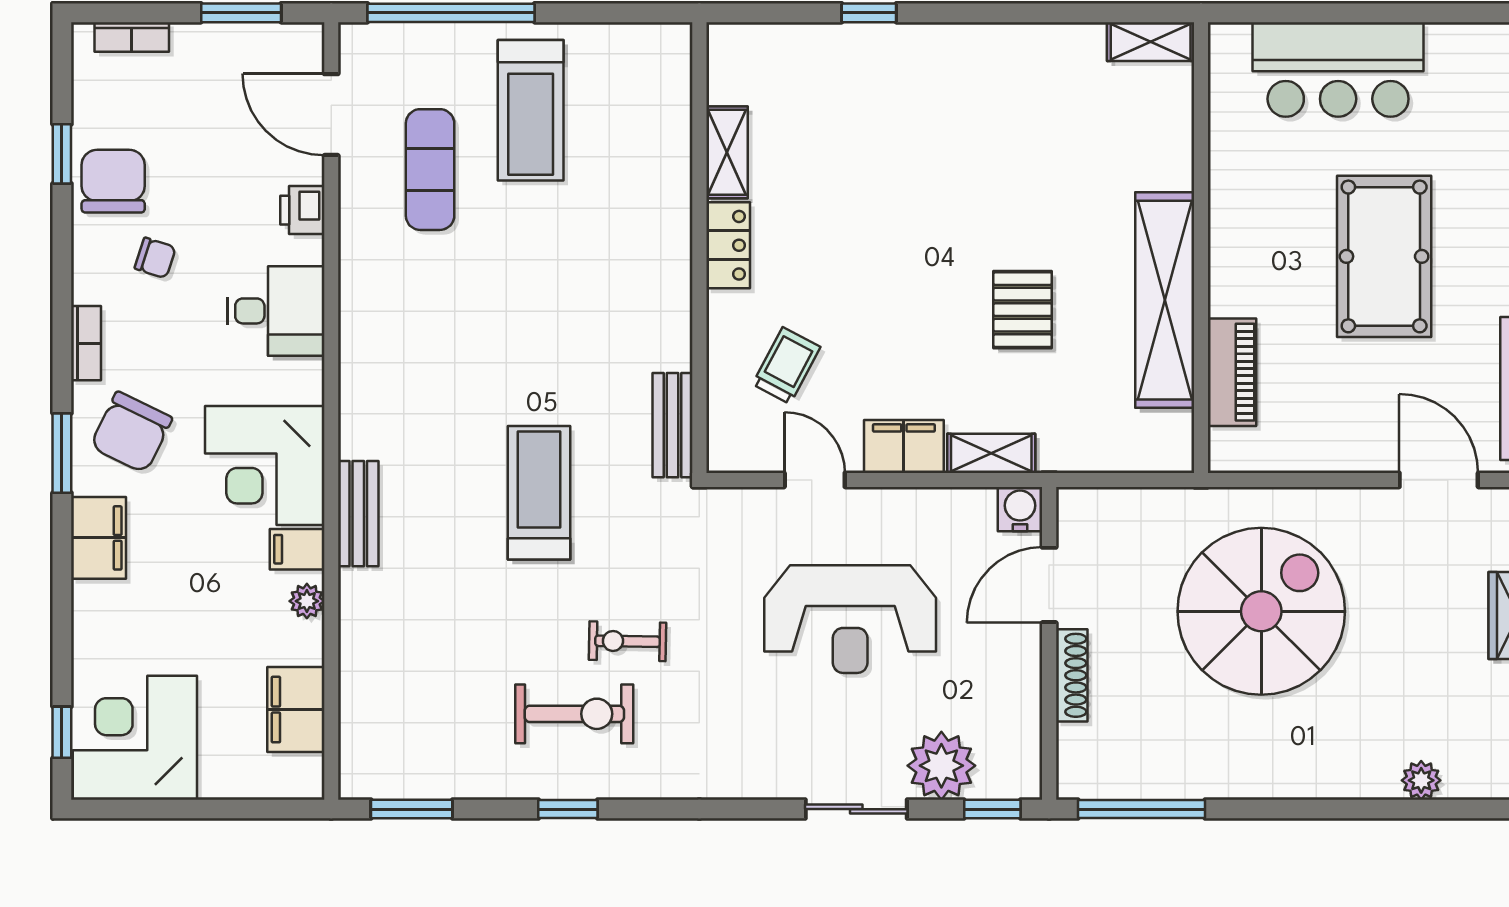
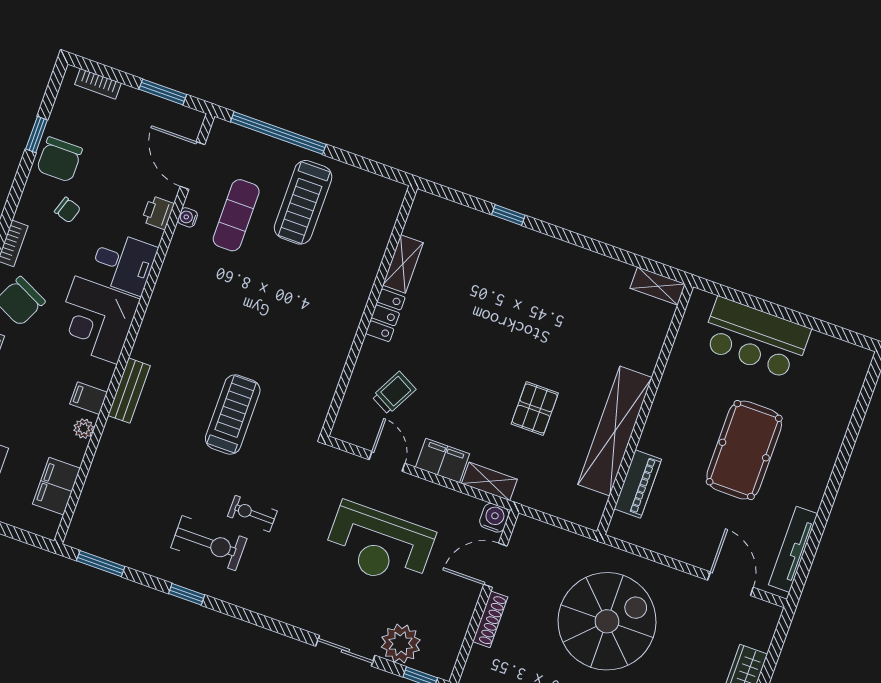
chair: (113, 181) -> (59, 160), turned 180
water cooler: (353, 201) -> (188, 217), added
bench: (673, 425) -> (319, 403), removed
corner desk: (265, 465) -> (96, 320), moved

